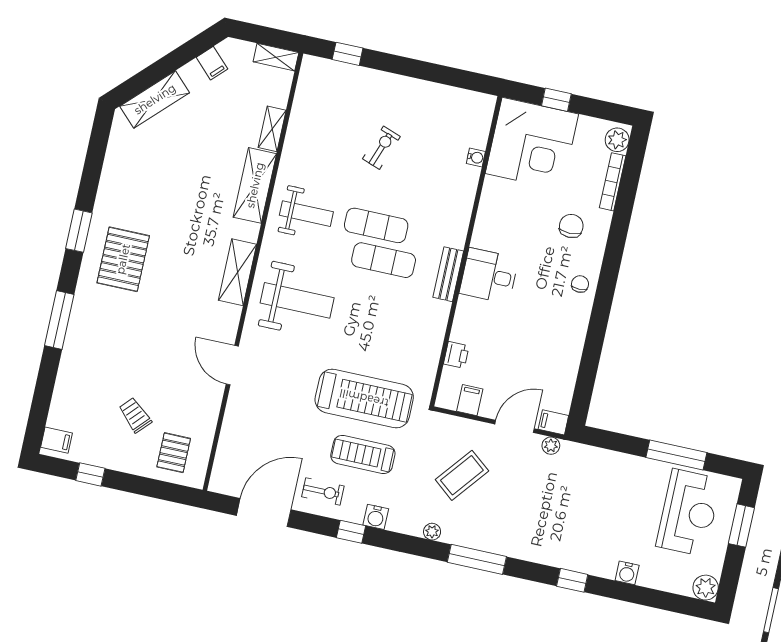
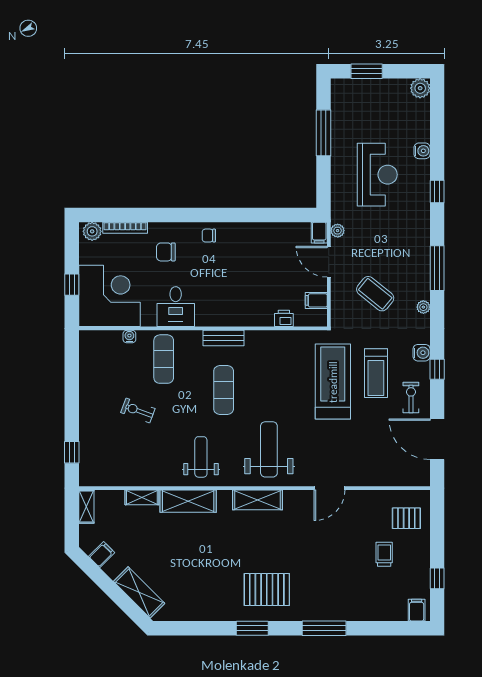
exercise mat: (376, 225) -> (164, 359), moved
desk: (489, 276) -> (176, 307), moved
trolley: (135, 415) -> (384, 554), turned 137
reception desk: (689, 513) -> (377, 175), moved, turned 90

